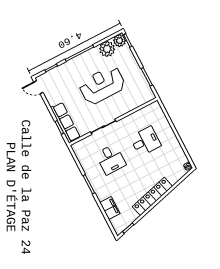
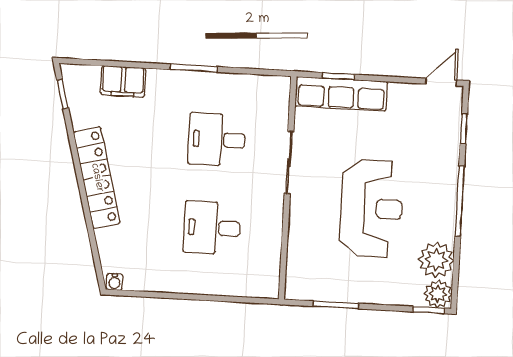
desk: (145, 141) -> (212, 228), turned 90

